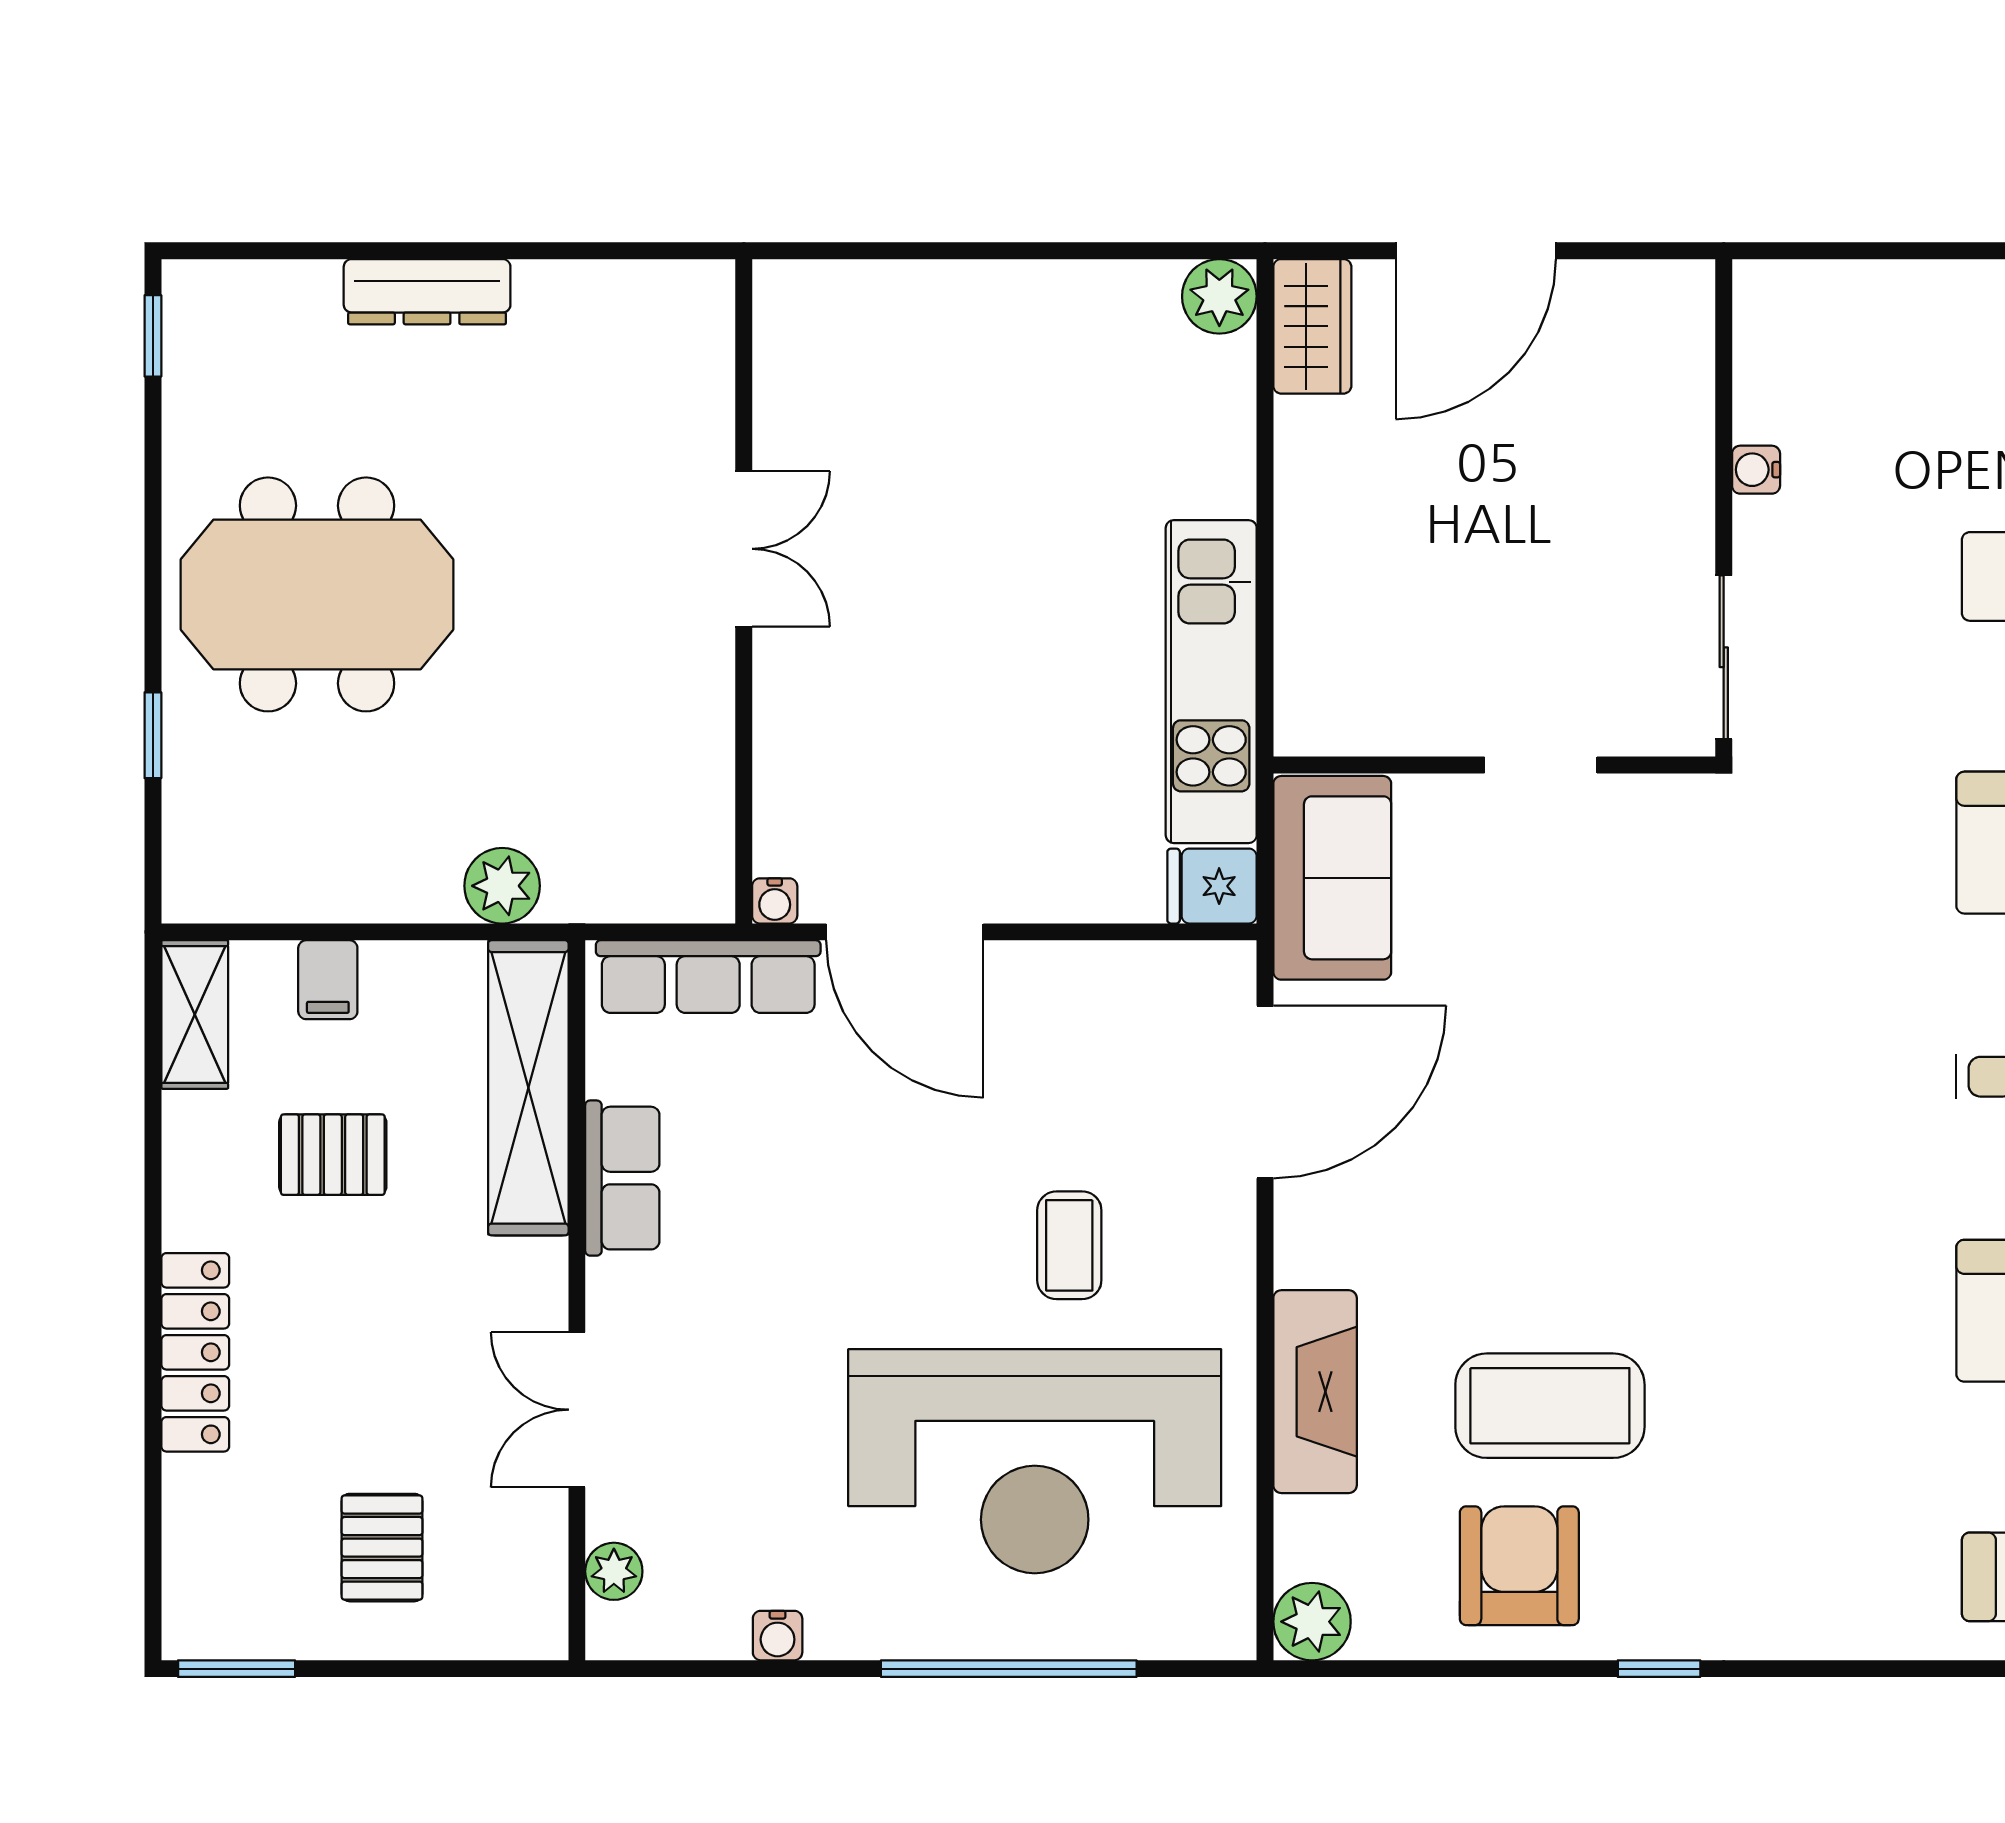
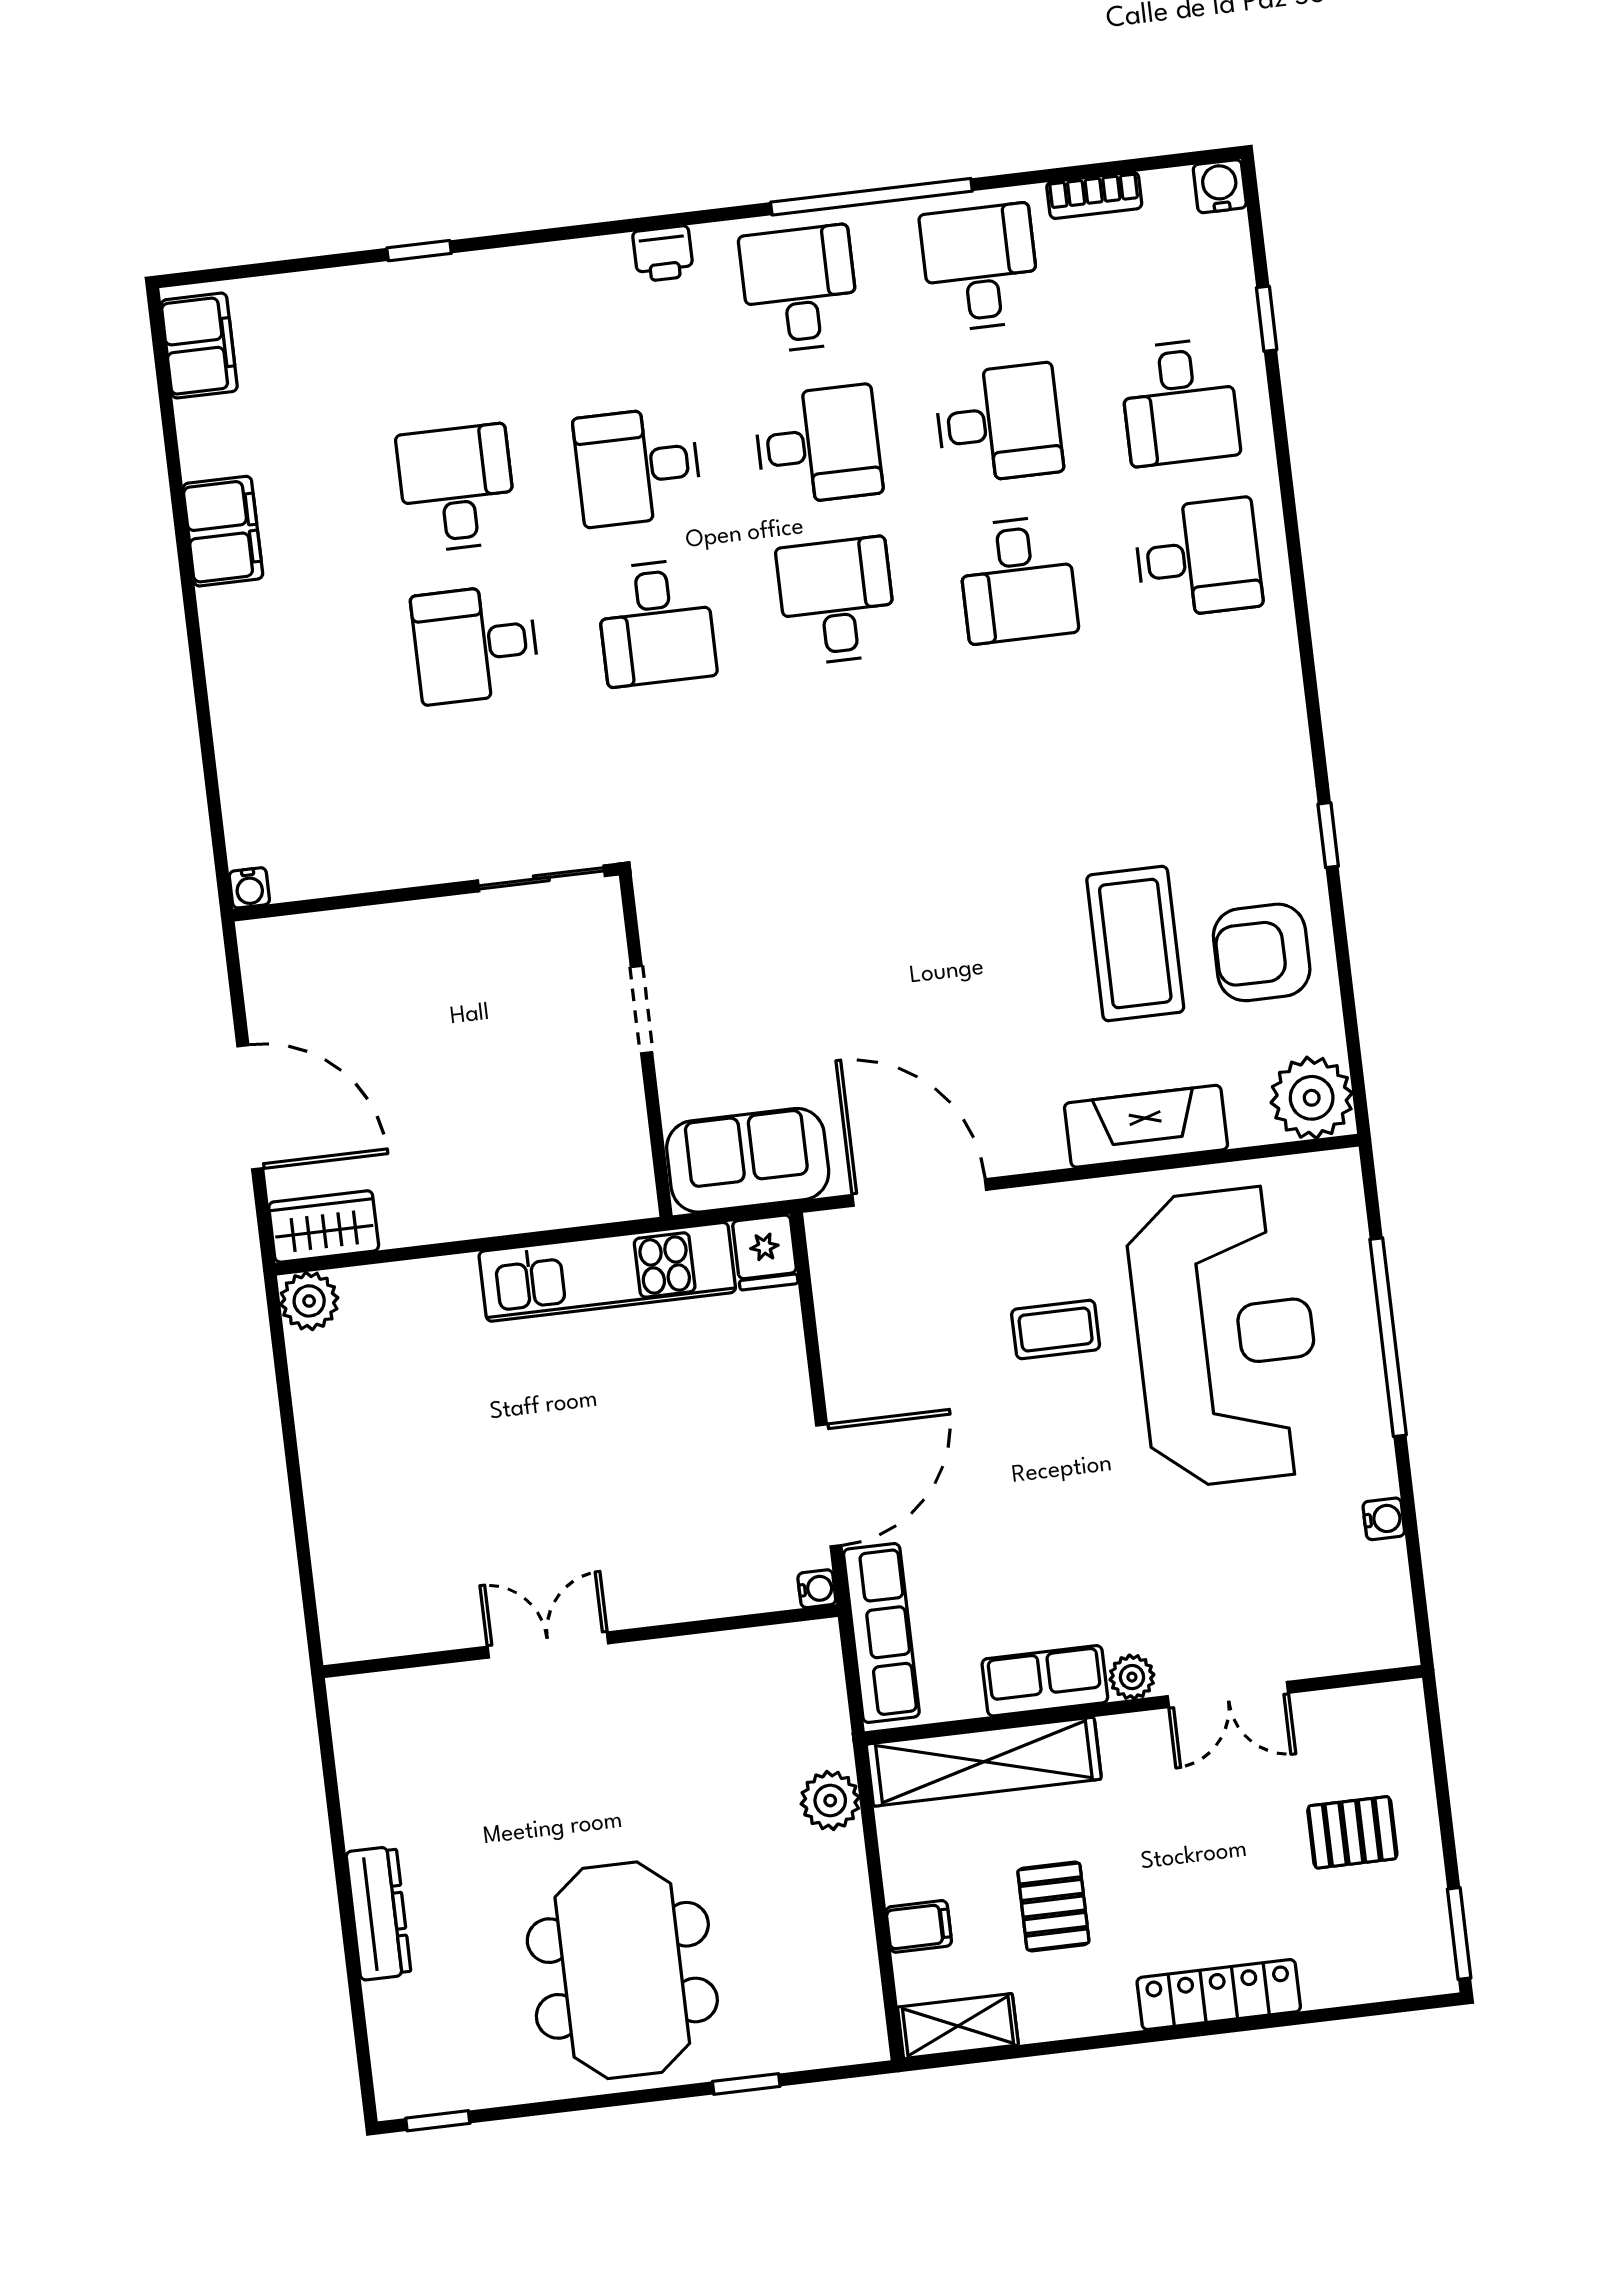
water cooler: (1756, 470) -> (249, 888), moved
plant: (614, 1571) -> (1132, 1677), moved
plant: (1312, 1622) -> (1312, 1098), width x1.36, depth x1.36

